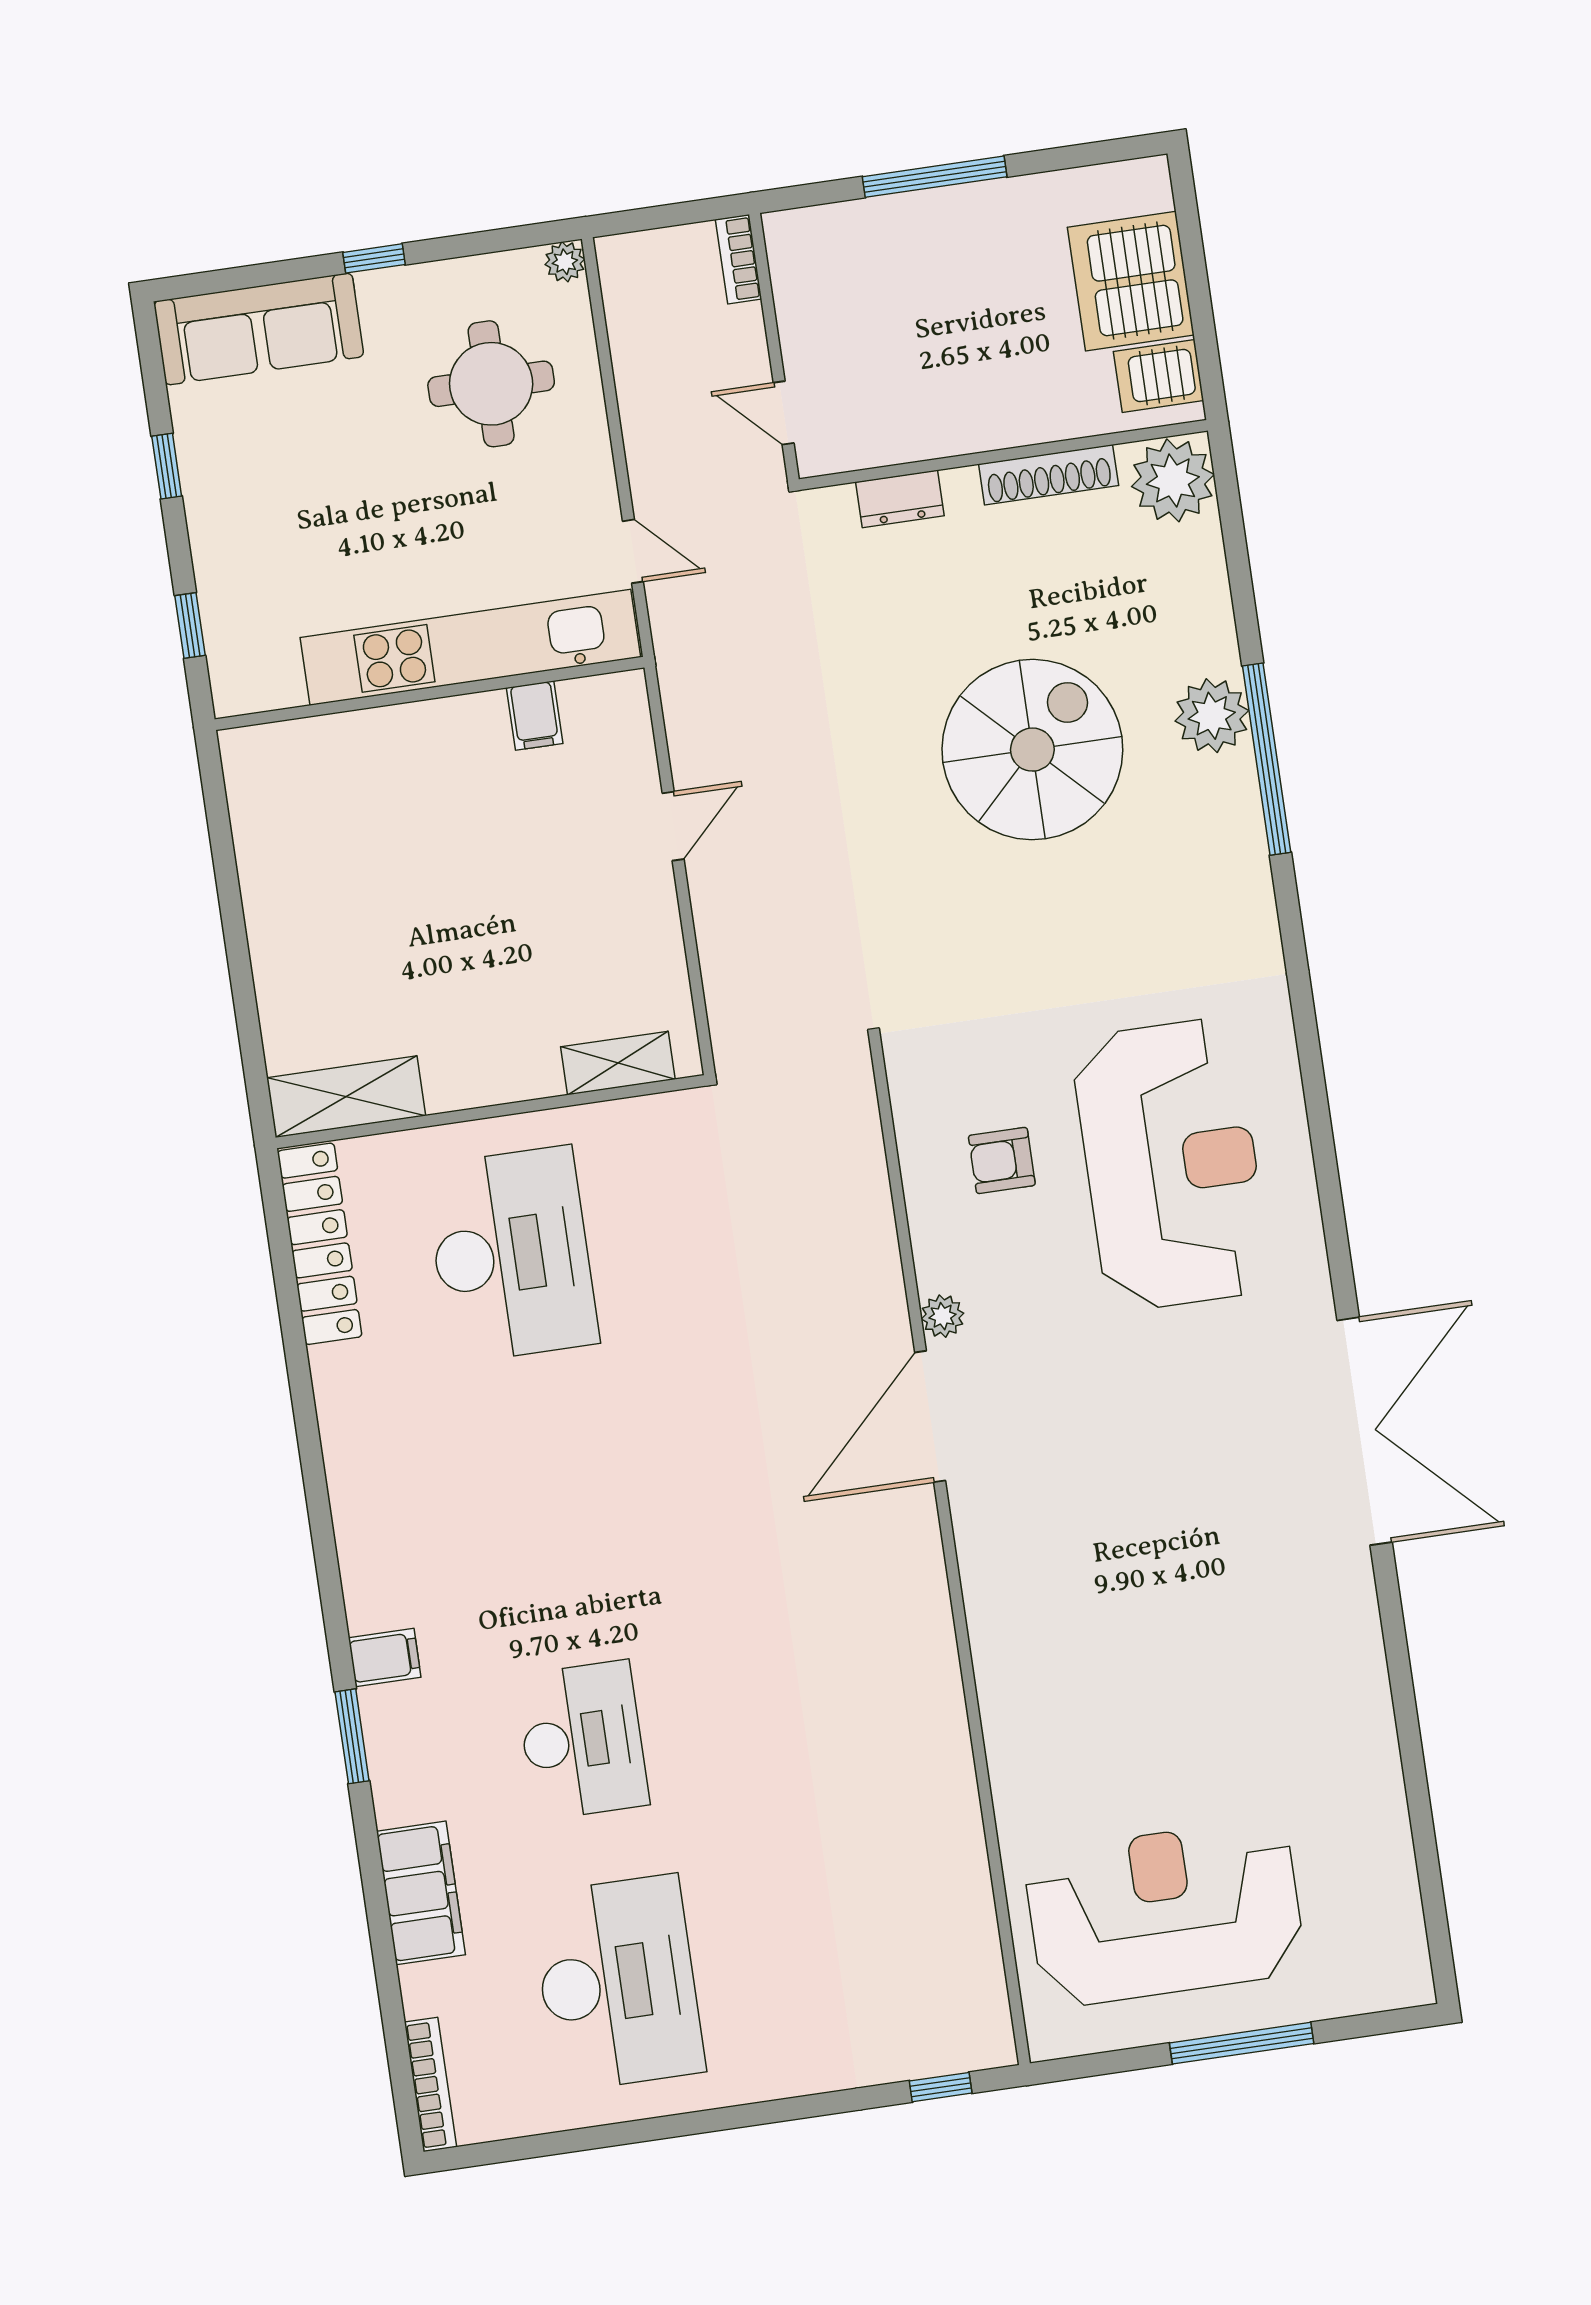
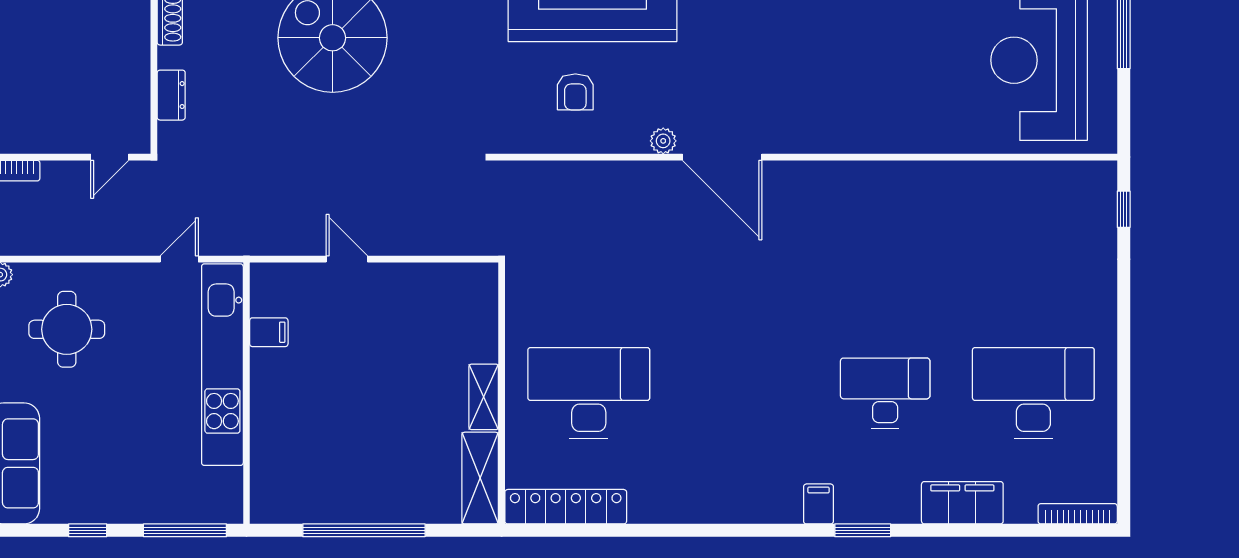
window: (190, 625) -> (185, 530), width x2.17
window: (233, 919) -> (364, 530), added
shelving: (618, 1063) -> (484, 397), moved

